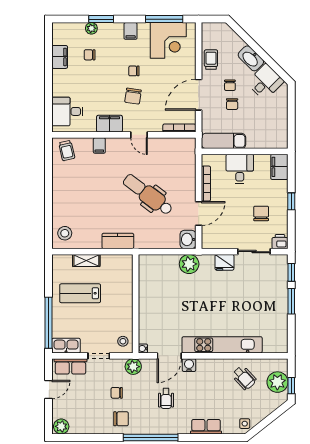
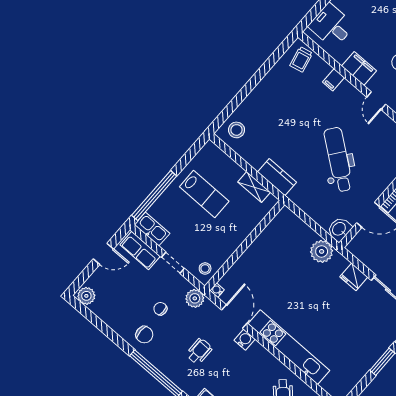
shelving: (86, 260) -> (254, 187), moved
lab bench: (80, 293) -> (204, 194), turned 180
door: (169, 356) -> (234, 316), swing flipped
wheelchair: (166, 399) -> (199, 351), turned 180

